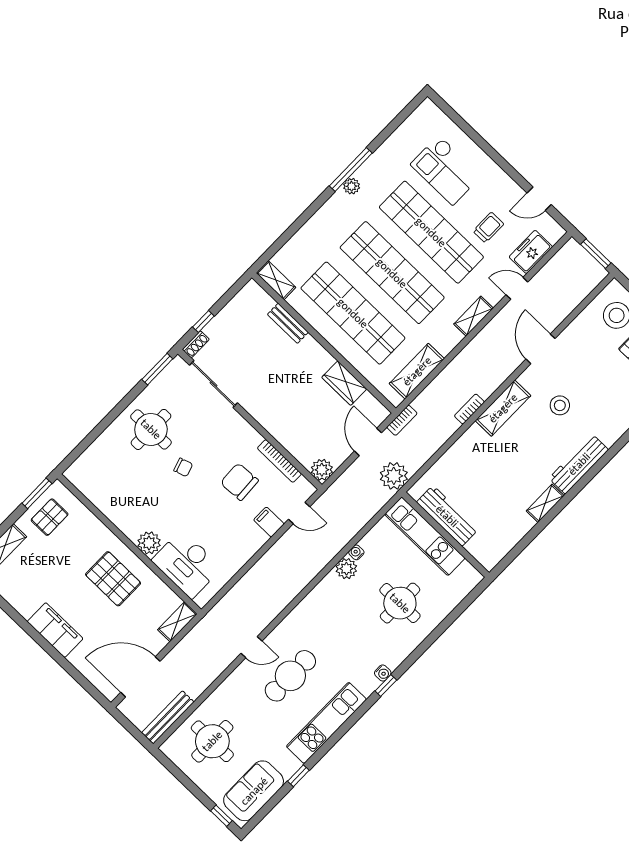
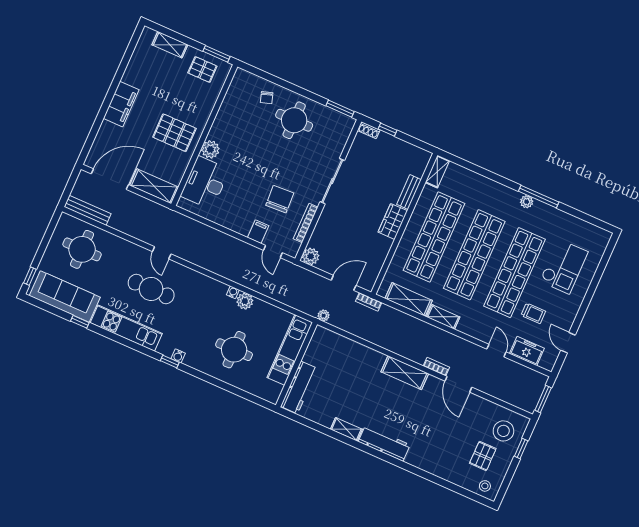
checkout: (446, 170) -> (564, 266), turned 180
shelving: (474, 316) -> (443, 317), moved
door: (541, 349) -> (458, 384), swing flipped
wardrobe: (344, 383) -> (393, 221), moved
sliding door: (214, 384) -> (332, 181), moved
stool: (560, 405) -> (422, 414), removed
bookcase: (469, 409) -> (436, 367), moved
chair: (183, 467) -> (267, 98), moved
plant: (394, 476) -> (324, 316), width x0.53, depth x0.53
workbench: (447, 516) -> (299, 387), moved
water cooler: (356, 552) -> (233, 292), moved
pallet: (113, 579) -> (174, 133), turned 90
shelving: (177, 622) -> (154, 186), width x1.50, depth x1.33
door: (140, 677) -> (110, 179), hinge flipped
sofa: (254, 791) -> (65, 296), width x1.36

